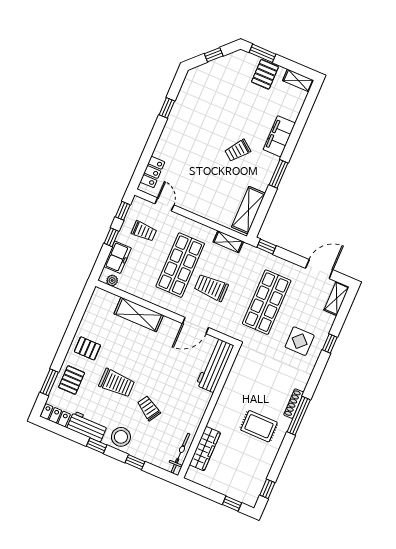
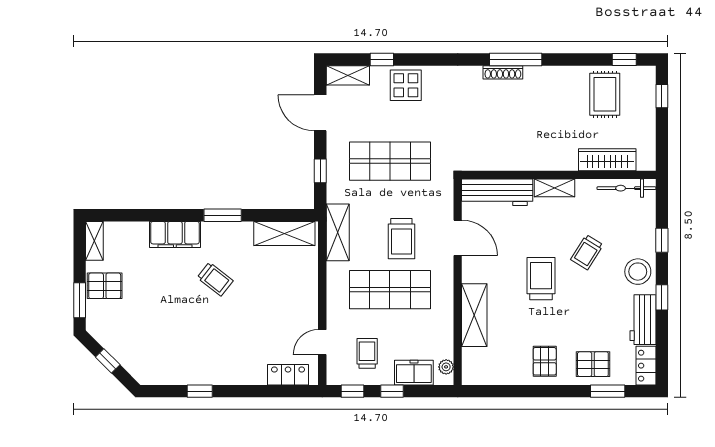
shelving: (228, 242) -> (338, 232), width x1.50, depth x1.33
window: (267, 247) -> (320, 171), moved
display table: (300, 341) -> (406, 85), moved
window: (330, 343) -> (382, 60), moved
trolley: (117, 383) -> (541, 279), moved
shelving: (201, 405) -> (554, 188), added
rug: (259, 426) -> (605, 94), moved

